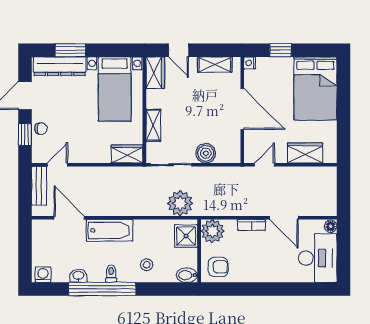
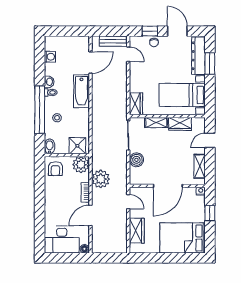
wardrobe: (155, 73) -> (180, 124), moved
plant: (180, 203) -> (101, 179), moved
washing machine: (43, 275) -> (50, 57), moved
washbasin: (78, 276) -> (49, 82), moved
window: (102, 289) -> (40, 110), moved

